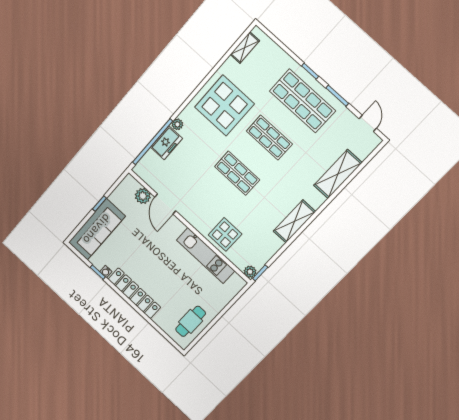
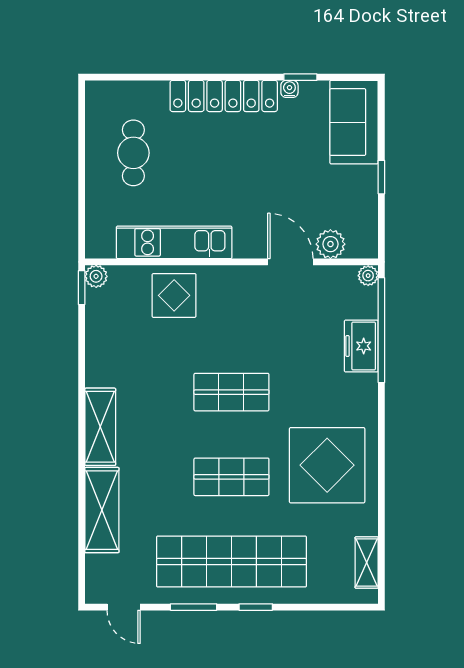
shop shelf: (302, 101) -> (231, 562), width x1.40
plant: (177, 124) -> (368, 276), moved
shelving: (294, 221) -> (100, 427), moved
sofa: (97, 229) -> (354, 122), width x0.73
cafe table: (191, 321) -> (133, 153), moved

